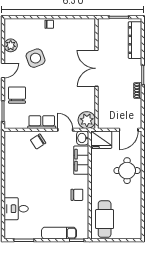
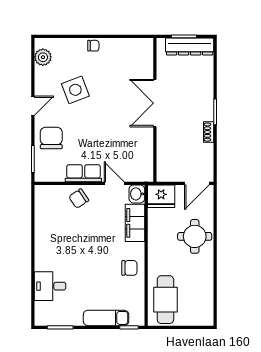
dresser: (135, 40) -> (190, 46), moved, turned -90
plant: (11, 45) -> (43, 57), moved
plant: (87, 120) -> (142, 171), removed

